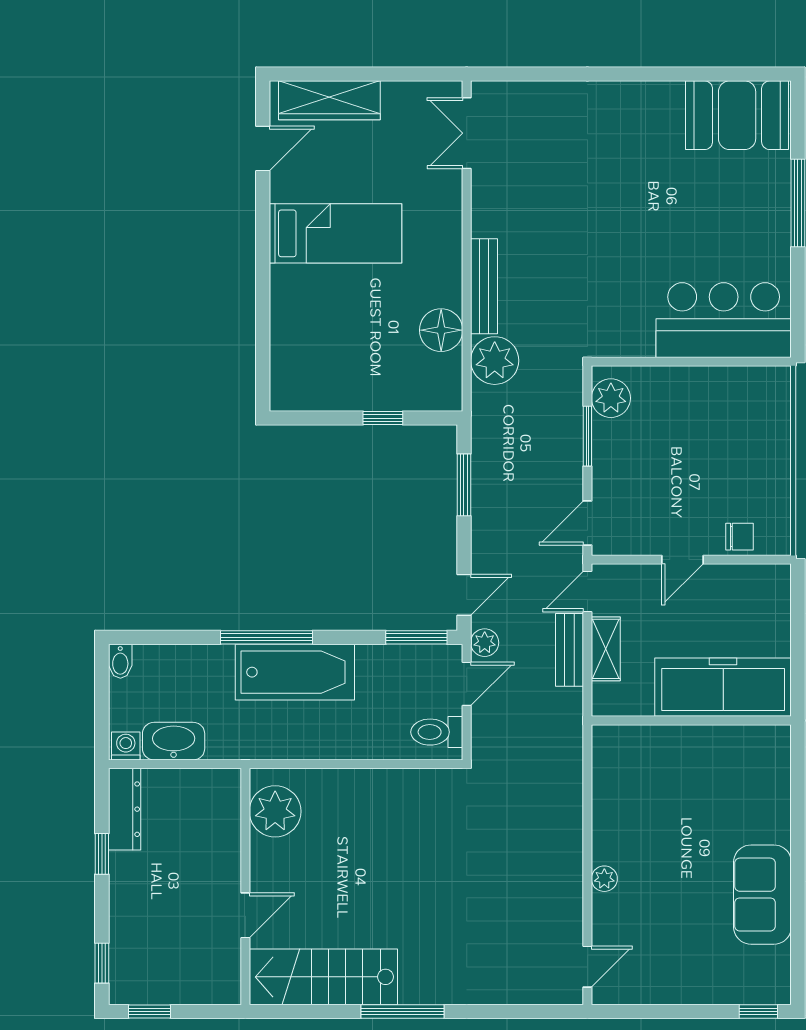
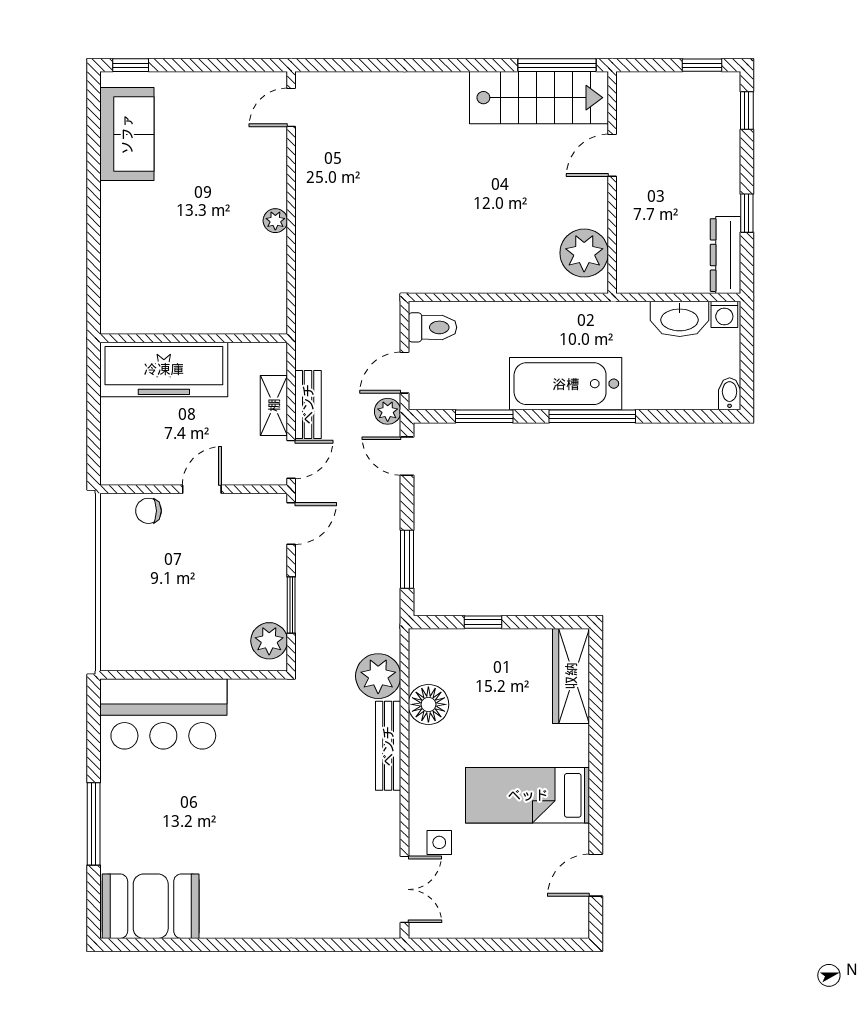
wardrobe: (329, 100) -> (571, 676), moved, turned -90
side table: (430, 183) -> (439, 842), added
door: (464, 595) -> (407, 456), hinge flipped
window: (416, 637) -> (484, 416), moved
plant: (604, 879) -> (275, 221), moved
sofa: (762, 895) -> (127, 134), moved
window: (402, 1012) -> (557, 65), moved

